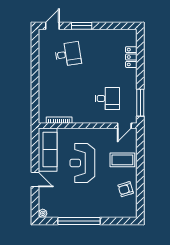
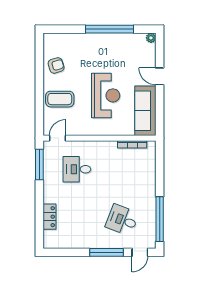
window: (82, 26) -> (107, 252), width x1.44
desk: (68, 54) -> (122, 220), turned 30
window: (35, 55) -> (160, 219), added

